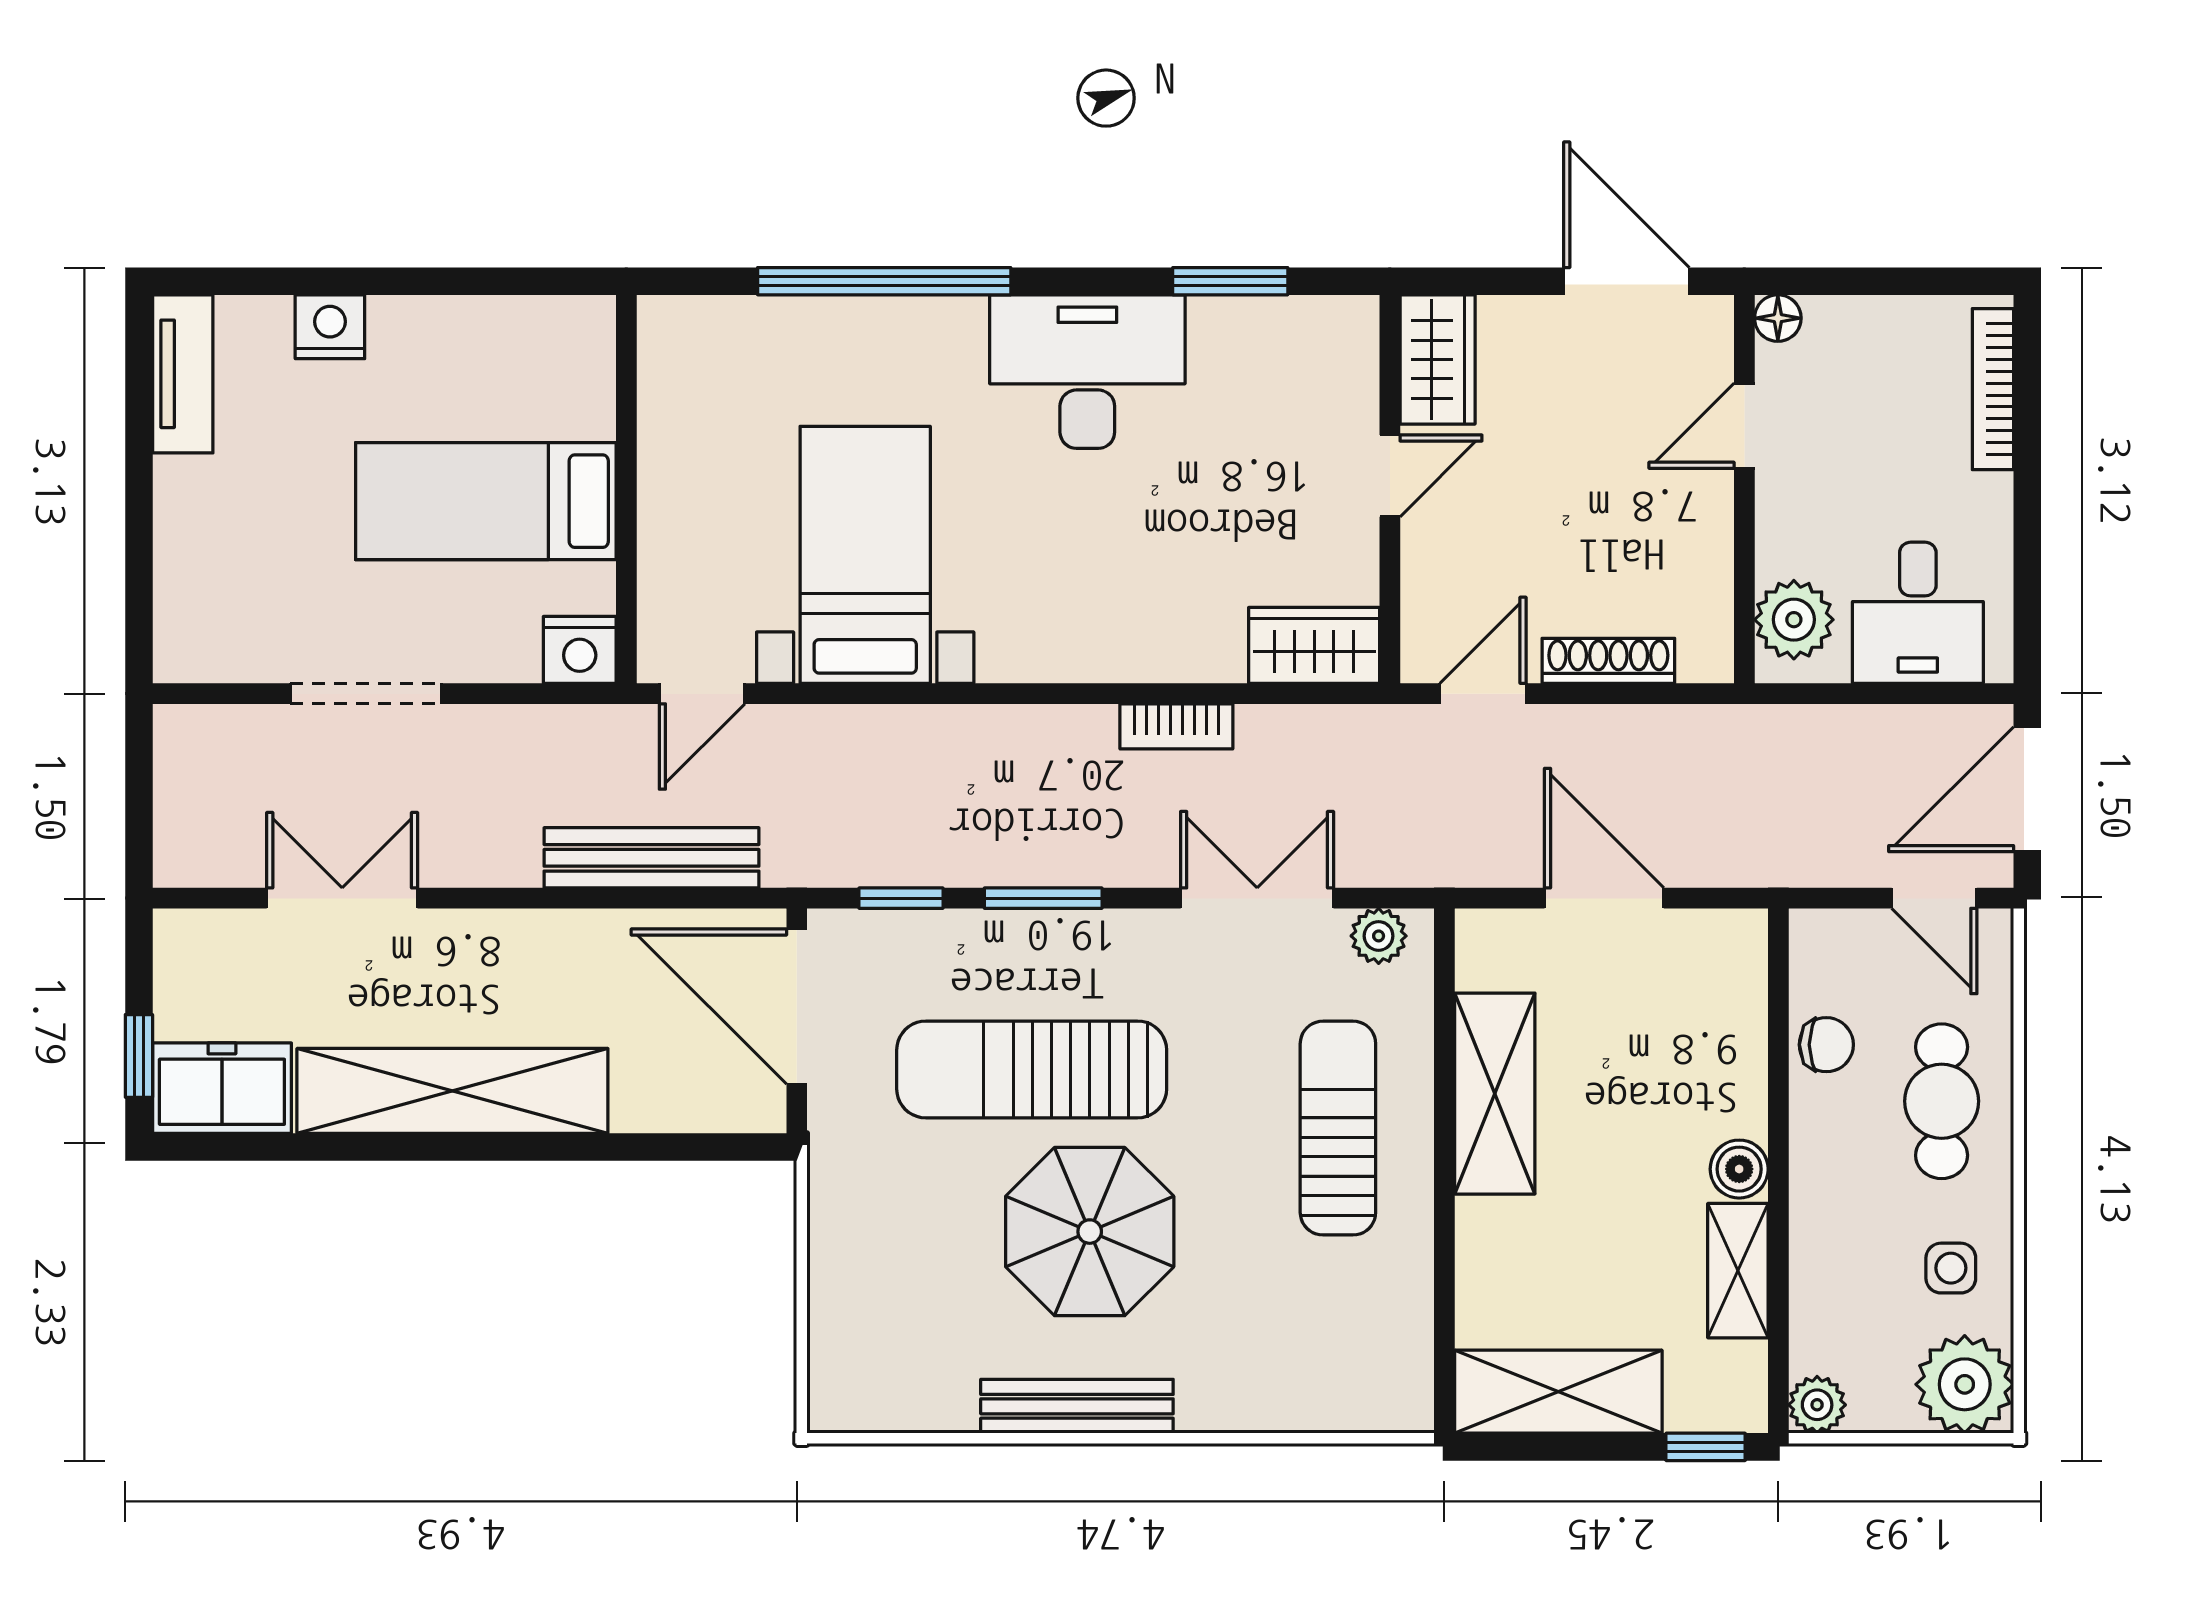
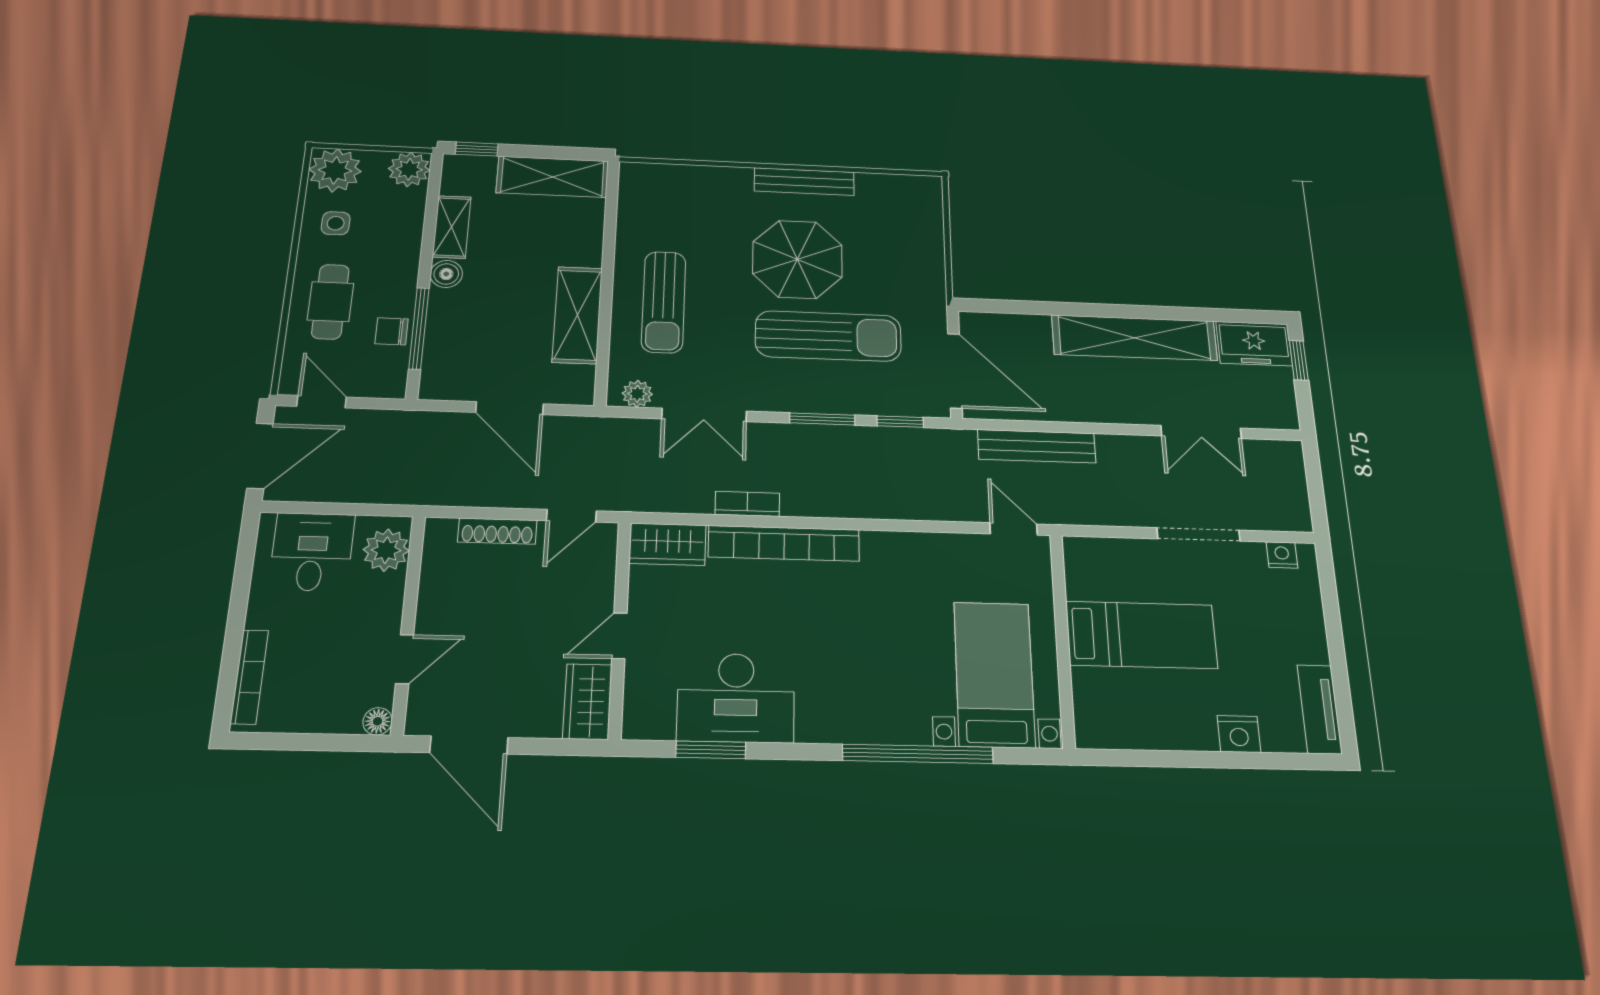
desk: (1087, 372) -> (736, 698), moved
bed with nightstands: (865, 555) -> (994, 674), moved, turned 180
nightstand: (580, 650) -> (1282, 555), moved, width x0.72, depth x0.74
bookcase: (1111, 653) -> (784, 543), added
door: (702, 694) -> (1014, 529), hinge flipped
window: (1778, 1053) -> (419, 328), added
plant: (1817, 1405) -> (409, 169), width x1.38, depth x1.38

